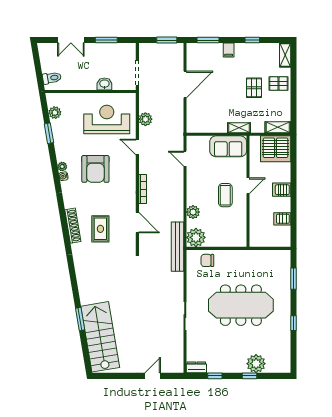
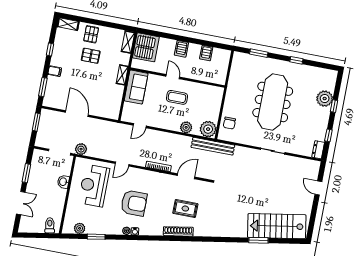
plant: (145, 119) -> (81, 149), moved

